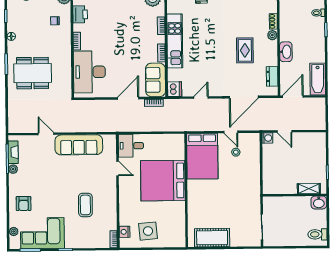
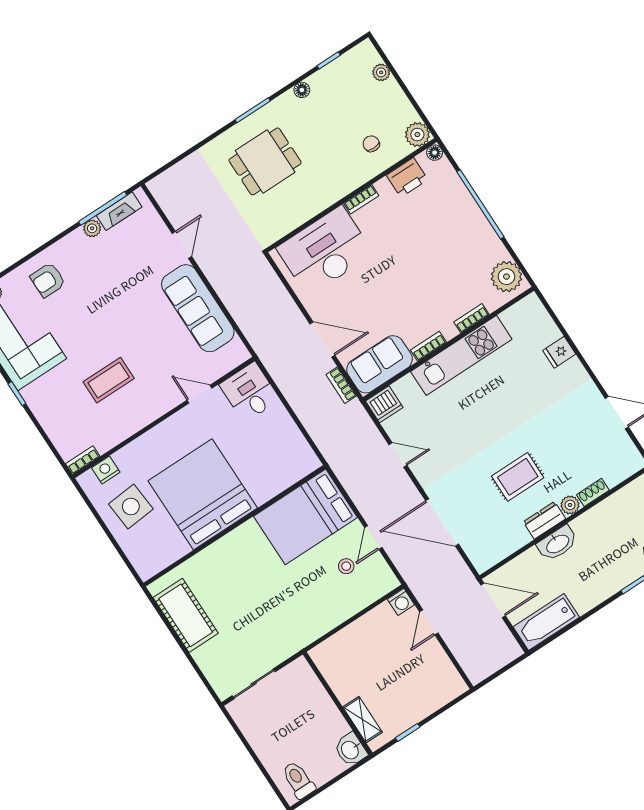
dining table: (33, 73) -> (265, 161), width x0.73
dresser: (272, 76) -> (544, 520), moved
door: (117, 169) -> (199, 394), swing flipped
bed: (163, 181) -> (203, 494), moved

